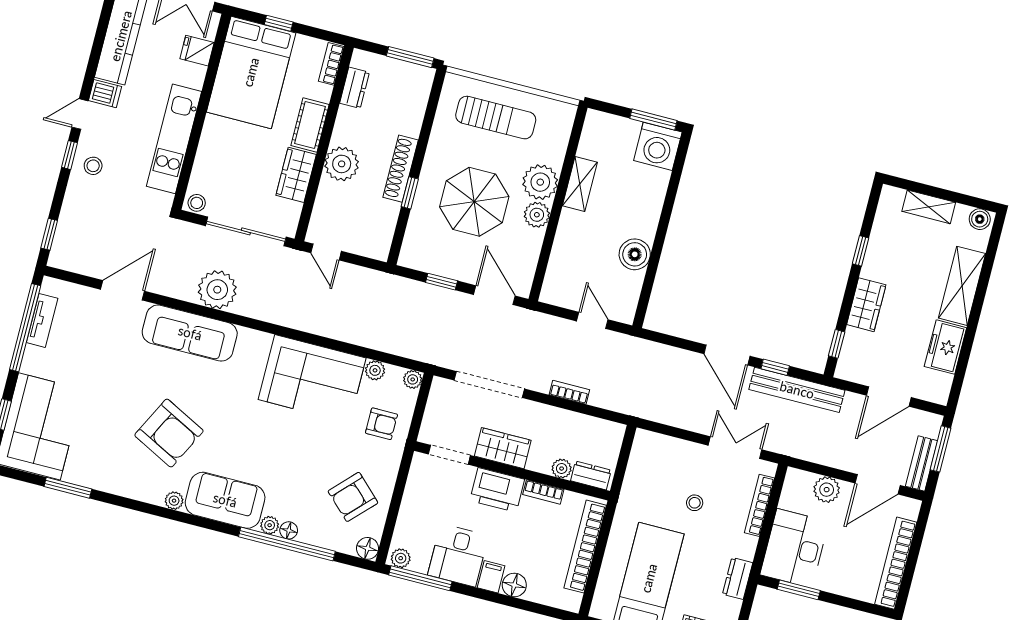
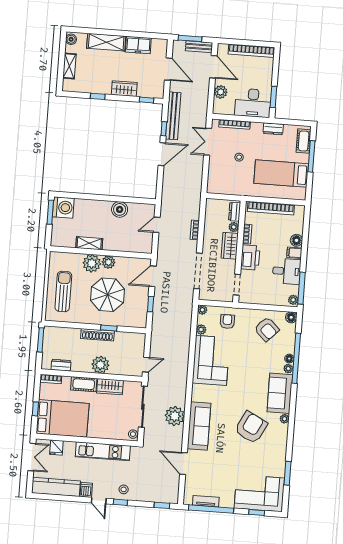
wardrobe: (503, 448) -> (230, 246), moved

